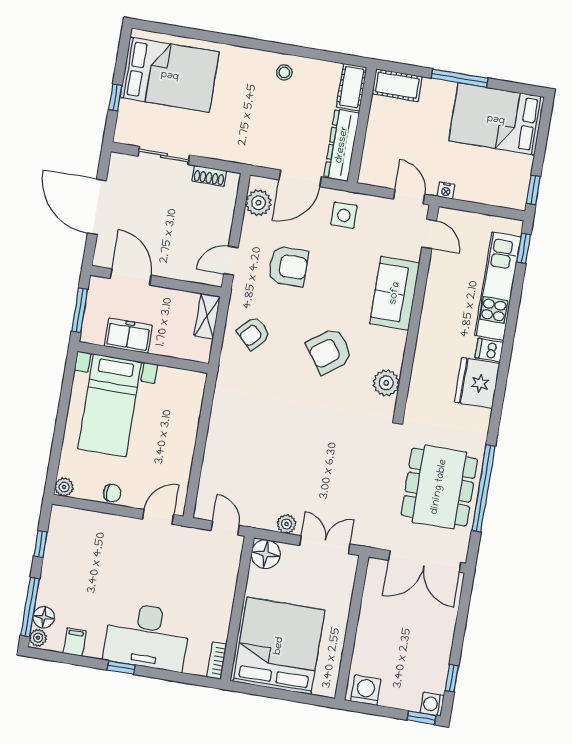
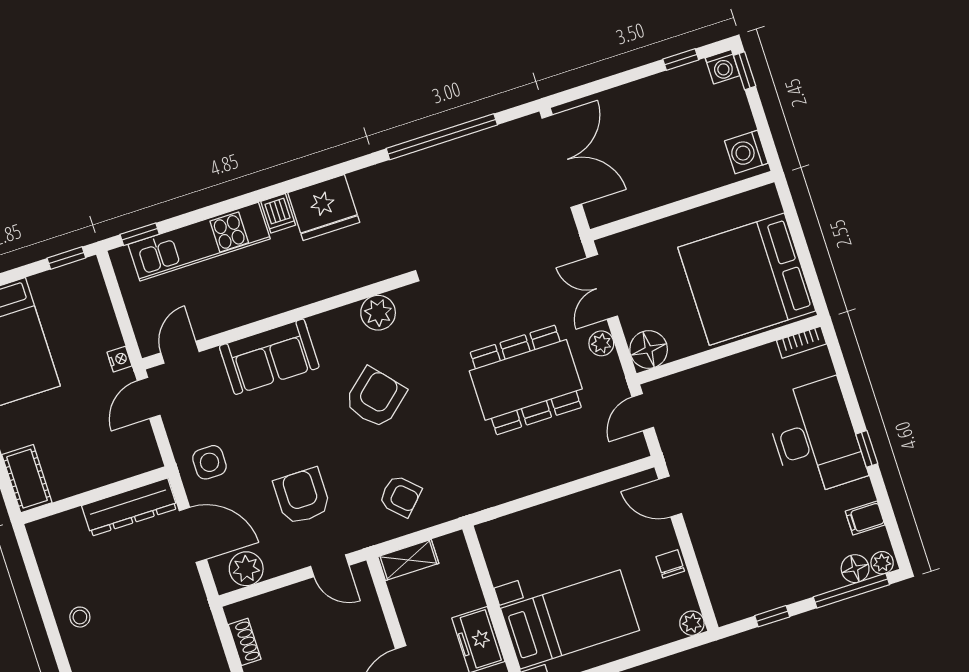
cot: (352, 87) -> (57, 530), removed
armchair: (329, 351) -> (375, 398), turned -95
dining table: (439, 487) -> (526, 380), moved

